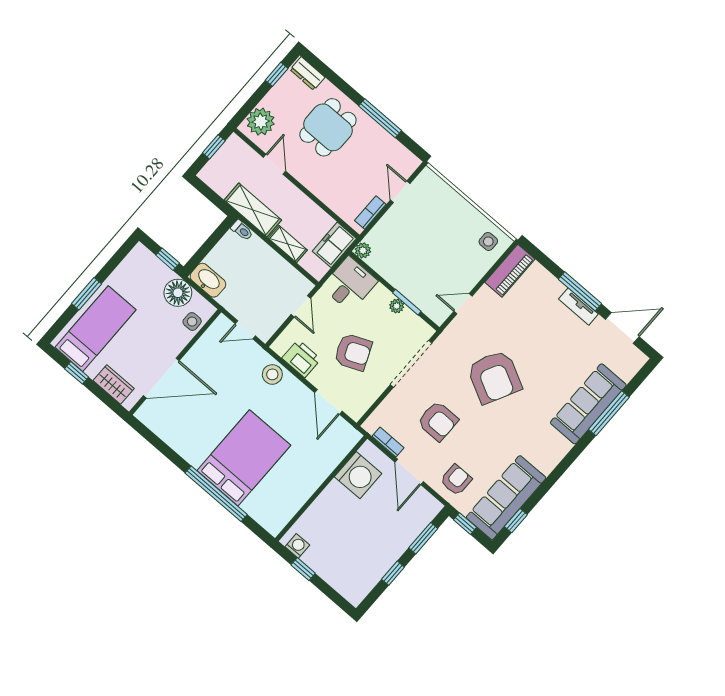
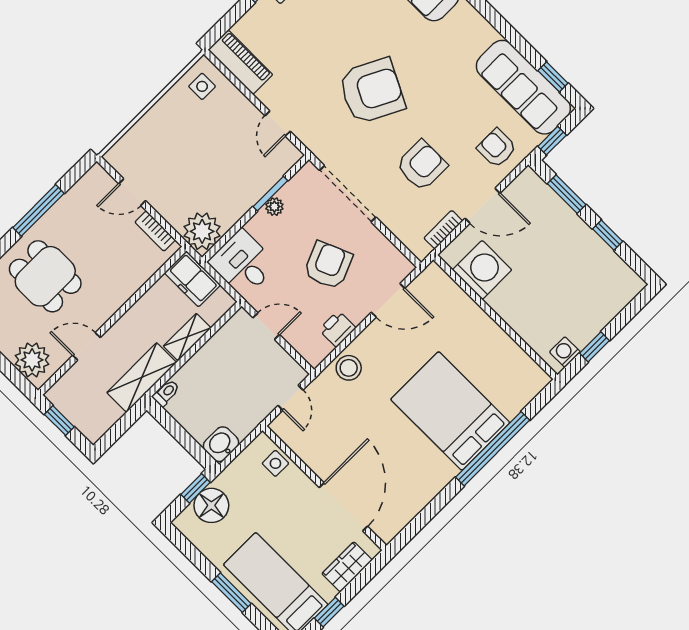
plant: (363, 250) -> (202, 231), width x1.88, depth x1.88
washbasin: (208, 280) -> (221, 444), width x0.72
floor lamp: (178, 293) -> (211, 505), moved
printer: (301, 359) -> (337, 329), width x0.73, depth x0.81

